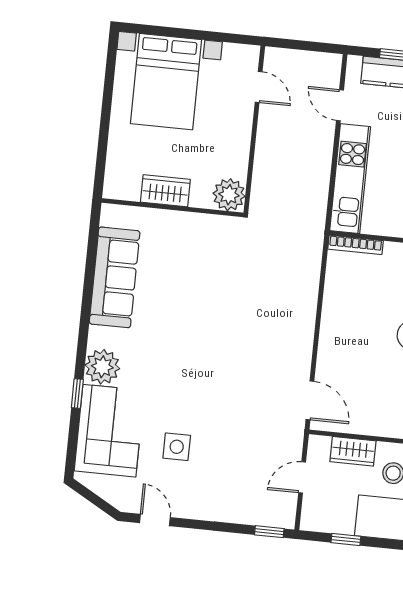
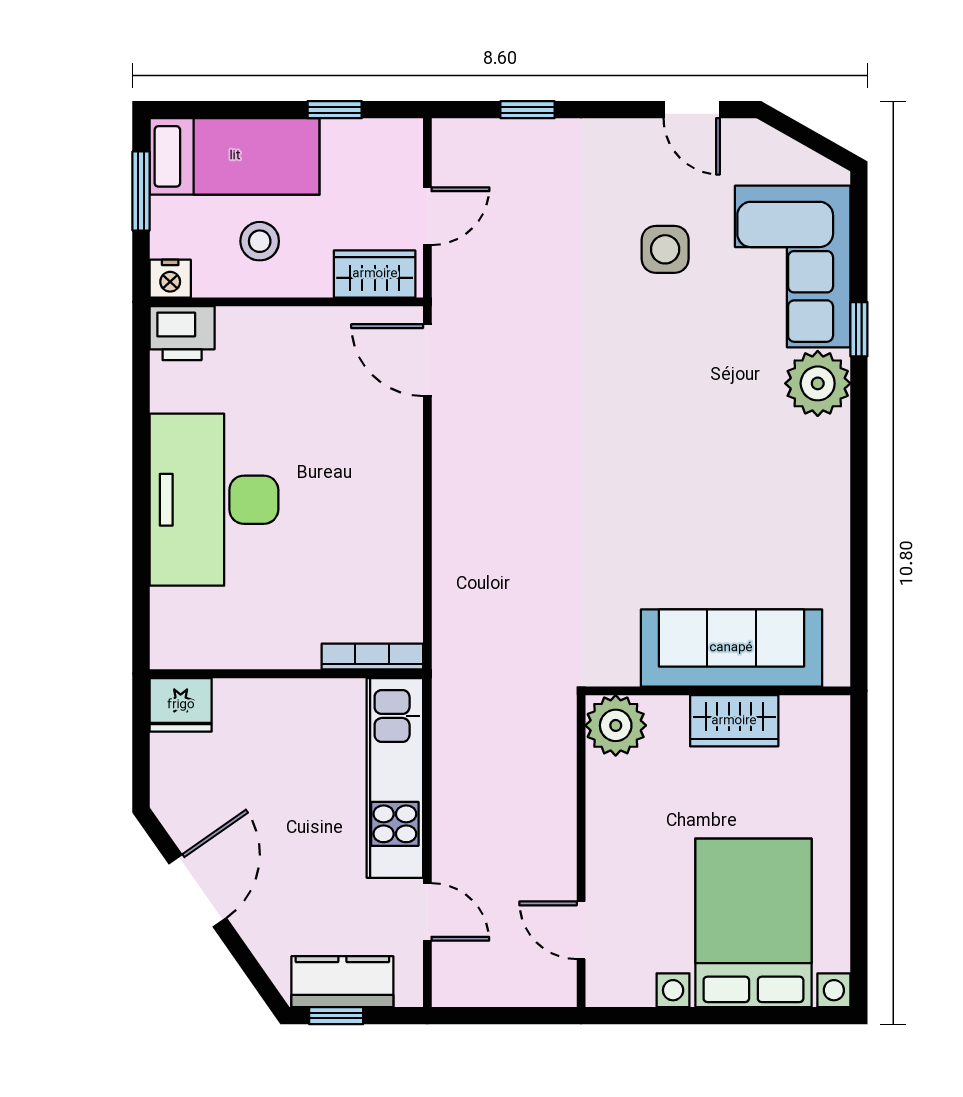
sofa: (115, 277) -> (731, 648), moved, turned 90
wardrobe: (353, 451) -> (375, 274), moved
window: (269, 532) -> (527, 110), moved

